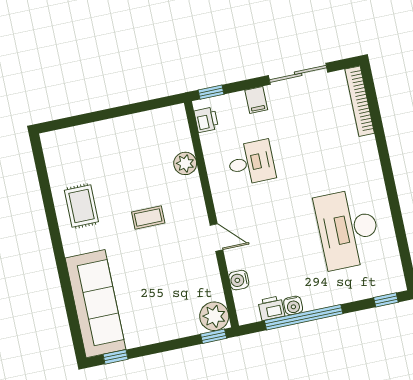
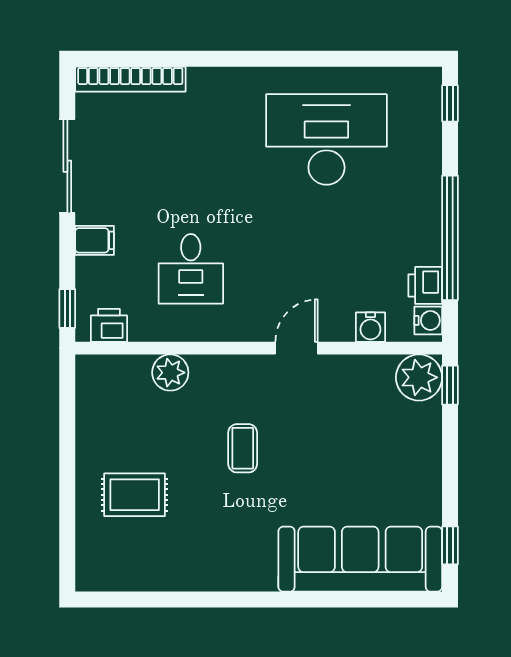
desk: (251, 163) -> (191, 269), turned 180
rug: (81, 206) -> (135, 495), moved
desk: (348, 229) -> (326, 139), turned 180
water cooler: (293, 305) -> (428, 320), moved

